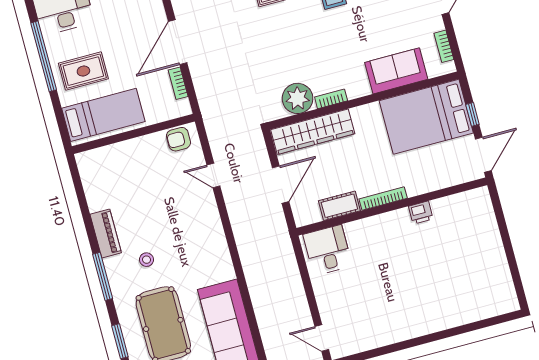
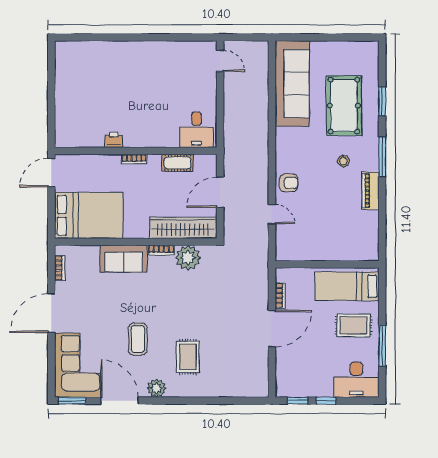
window: (44, 56) -> (382, 346), width x0.68
sofa: (396, 71) -> (124, 259), moved
window: (472, 114) -> (51, 207), removed
armchair: (178, 139) -> (289, 183), moved
bookcase: (383, 199) -> (134, 159), width x0.64

